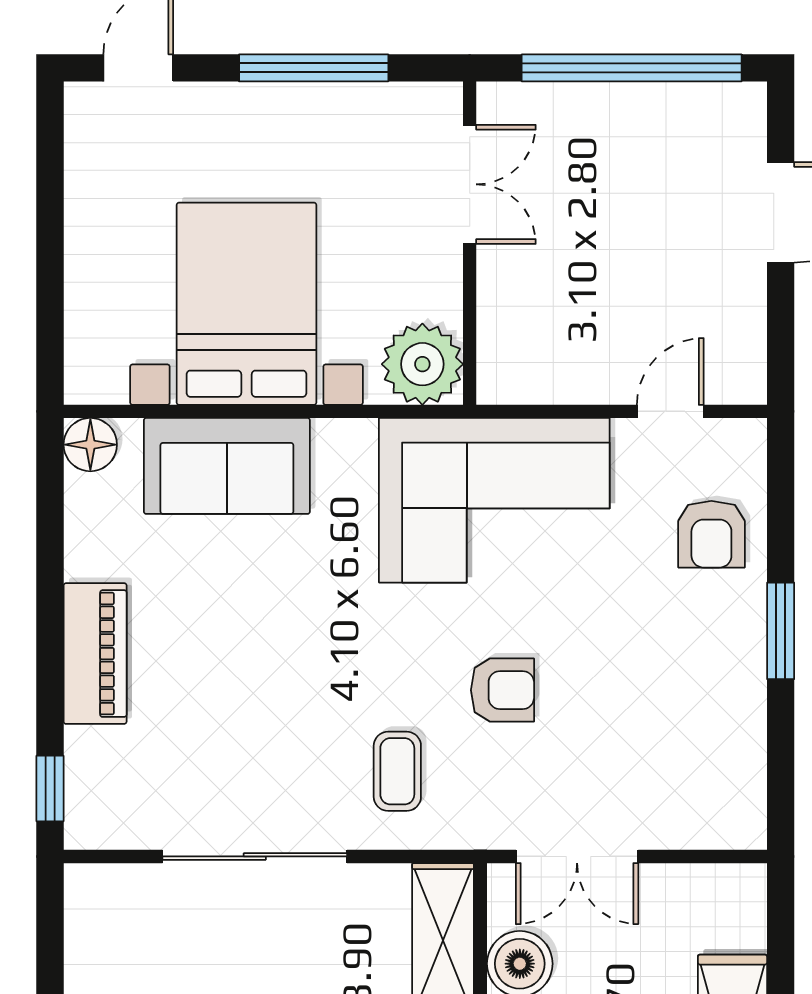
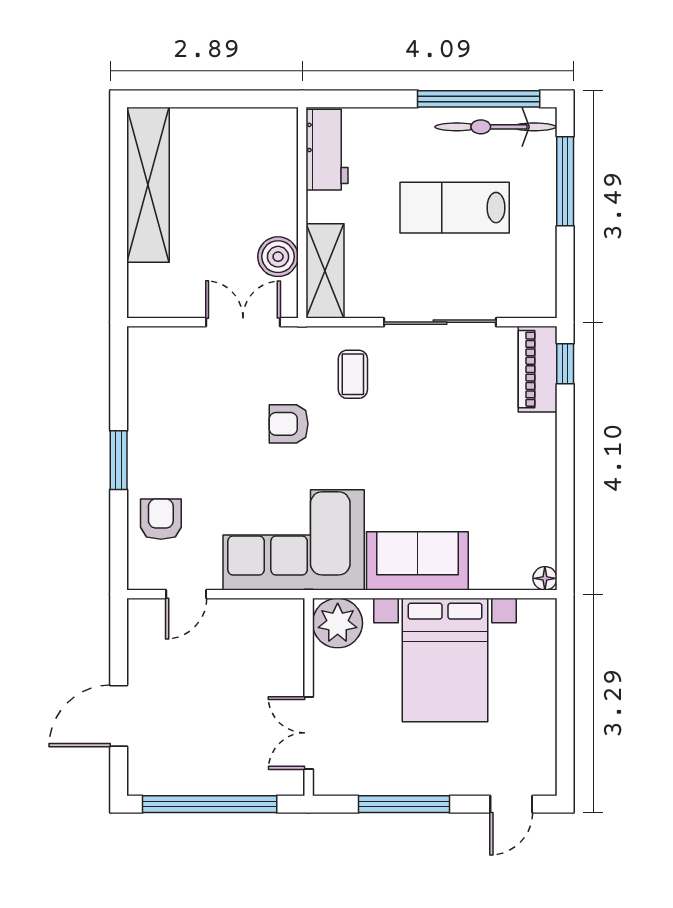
floor lamp: (90, 445) -> (545, 578), width x0.73, depth x0.73
sofa: (227, 466) -> (417, 561), moved
piano: (95, 654) -> (538, 369), moved

